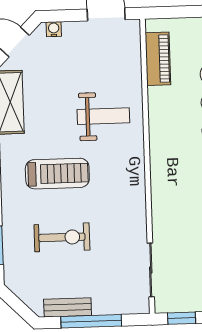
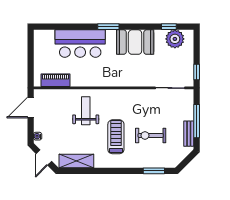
exercise bike: (62, 237) -> (151, 135), turned -90

